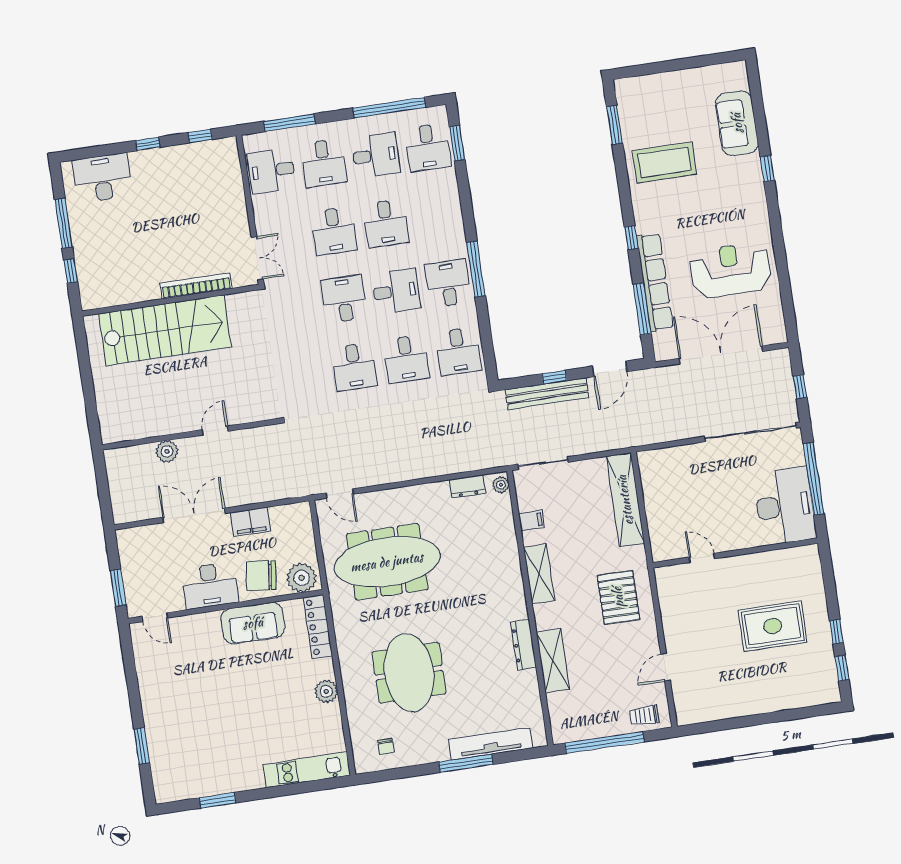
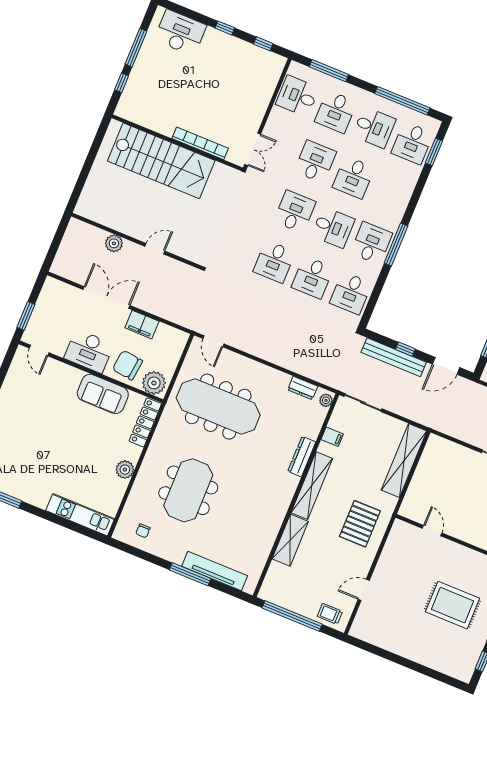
desk: (334, 231) -> (315, 162), turned 180
shelving: (539, 574) -> (312, 486), width x1.47
dresser: (524, 645) -> (302, 457), moved

